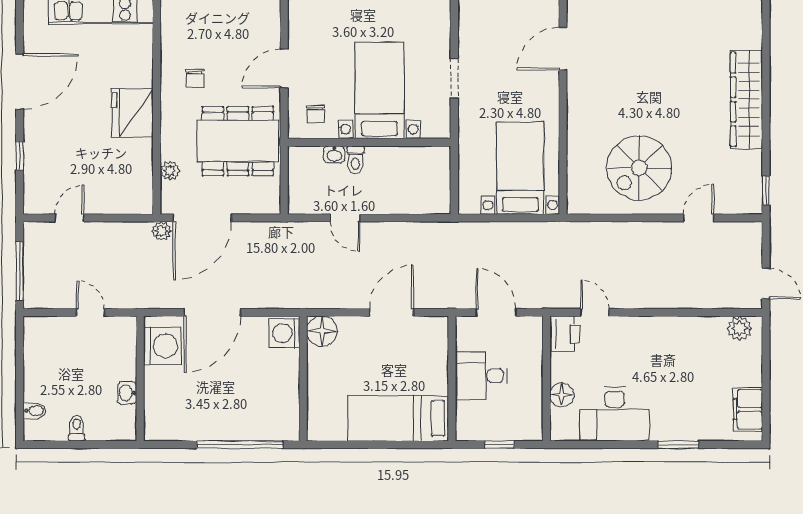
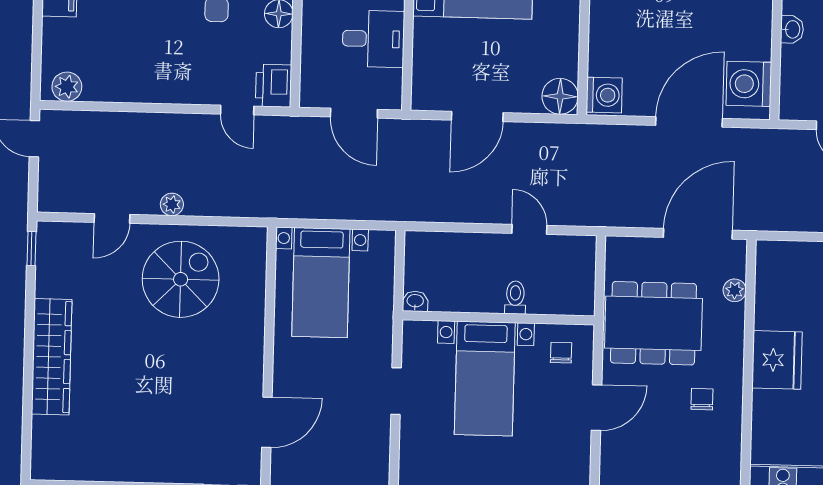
washbasin: (334, 154) -> (415, 301), moved
plant: (161, 231) -> (172, 204), moved

